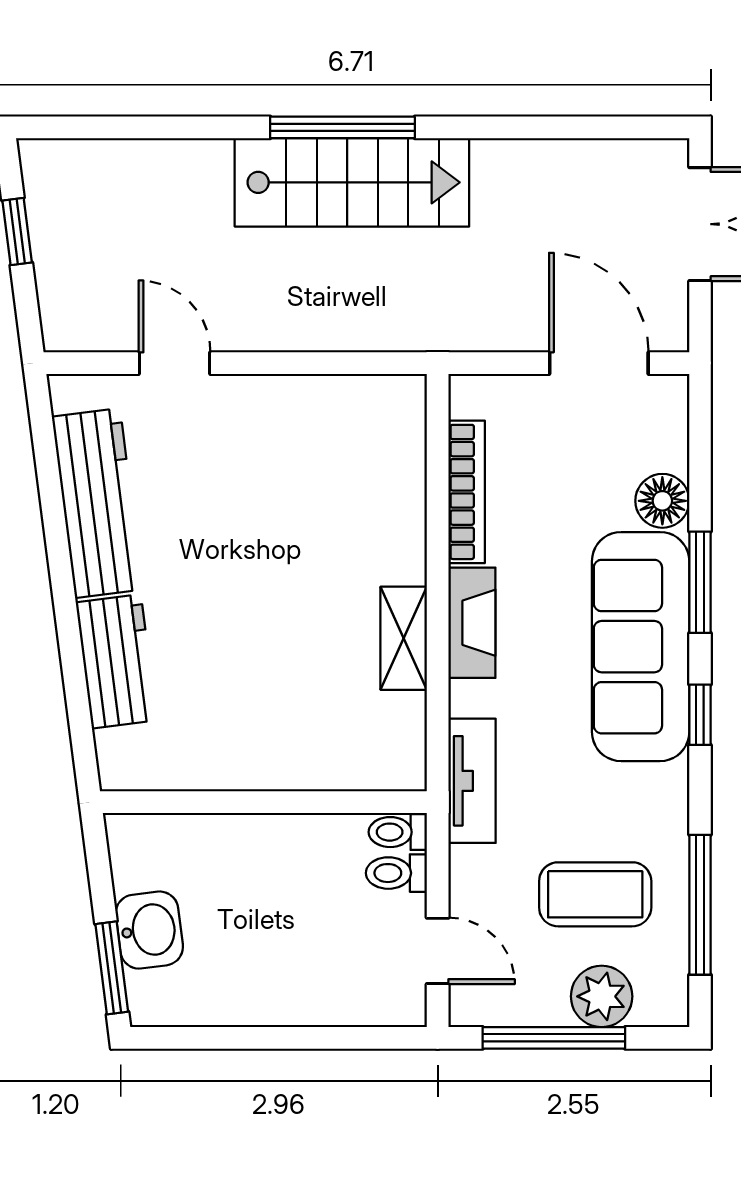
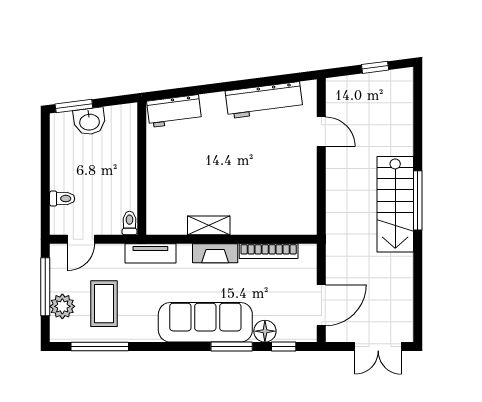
door: (175, 363) -> (321, 132), hinge flipped
workbench: (116, 661) -> (174, 111), moved
window: (700, 715) -> (284, 347), moved
toilet: (396, 873) -> (62, 199), moved, turned 90

